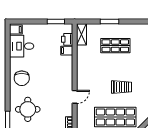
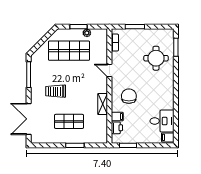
shelving: (82, 34) -> (103, 104), moved
chair: (22, 78) -> (129, 96), moved
trolley: (122, 87) -> (56, 91), moved
door: (75, 97) -> (109, 71), hinge flipped

